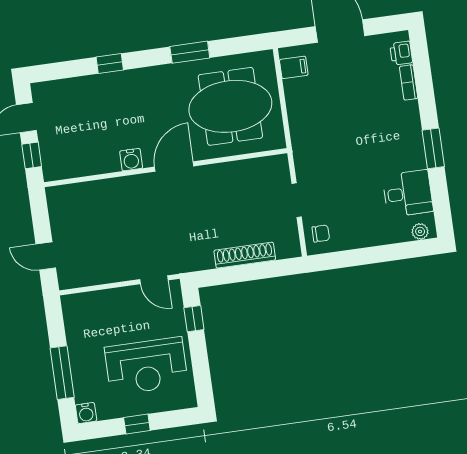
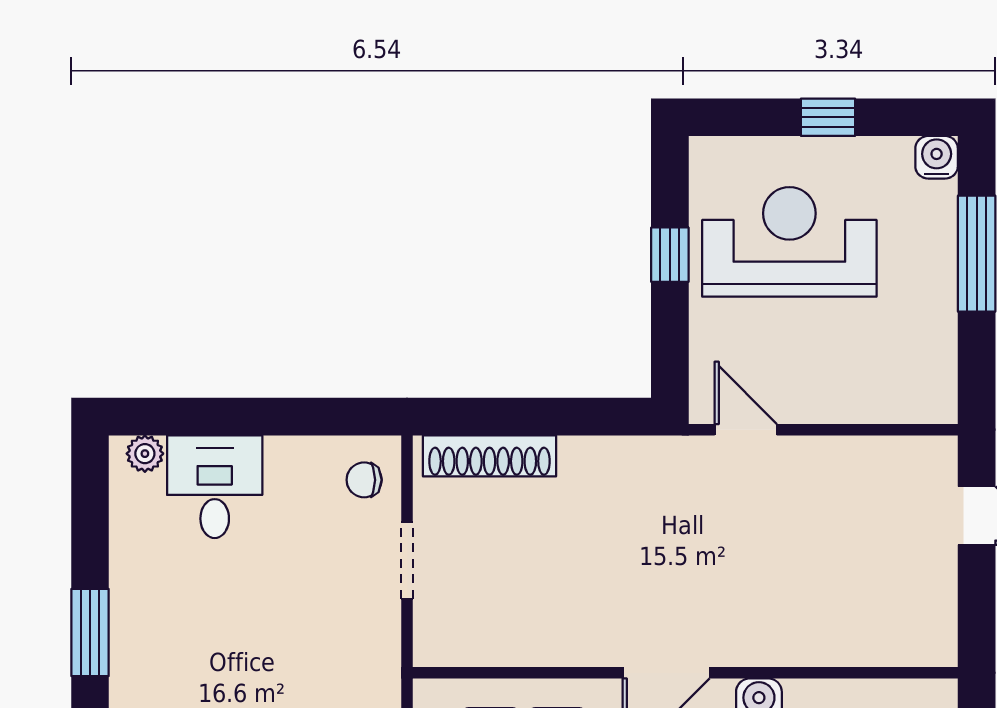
desk: (408, 193) -> (215, 487), moved, turned 90
shoe rack: (245, 255) -> (489, 456), moved
window: (194, 319) -> (670, 255), moved

